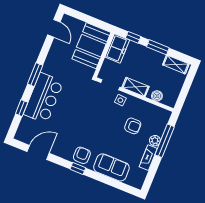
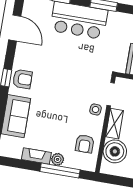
boiler: (157, 96) -> (115, 151), width x1.86, depth x1.86
armchair: (133, 126) -> (85, 144), moved

